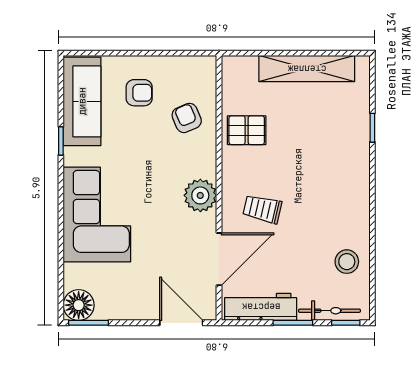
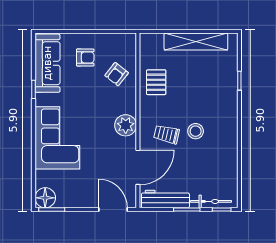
armchair: (187, 118) -> (117, 74), turned -119
pallet: (247, 130) -> (156, 82), turned 90
stool: (347, 262) -> (196, 131), moved

